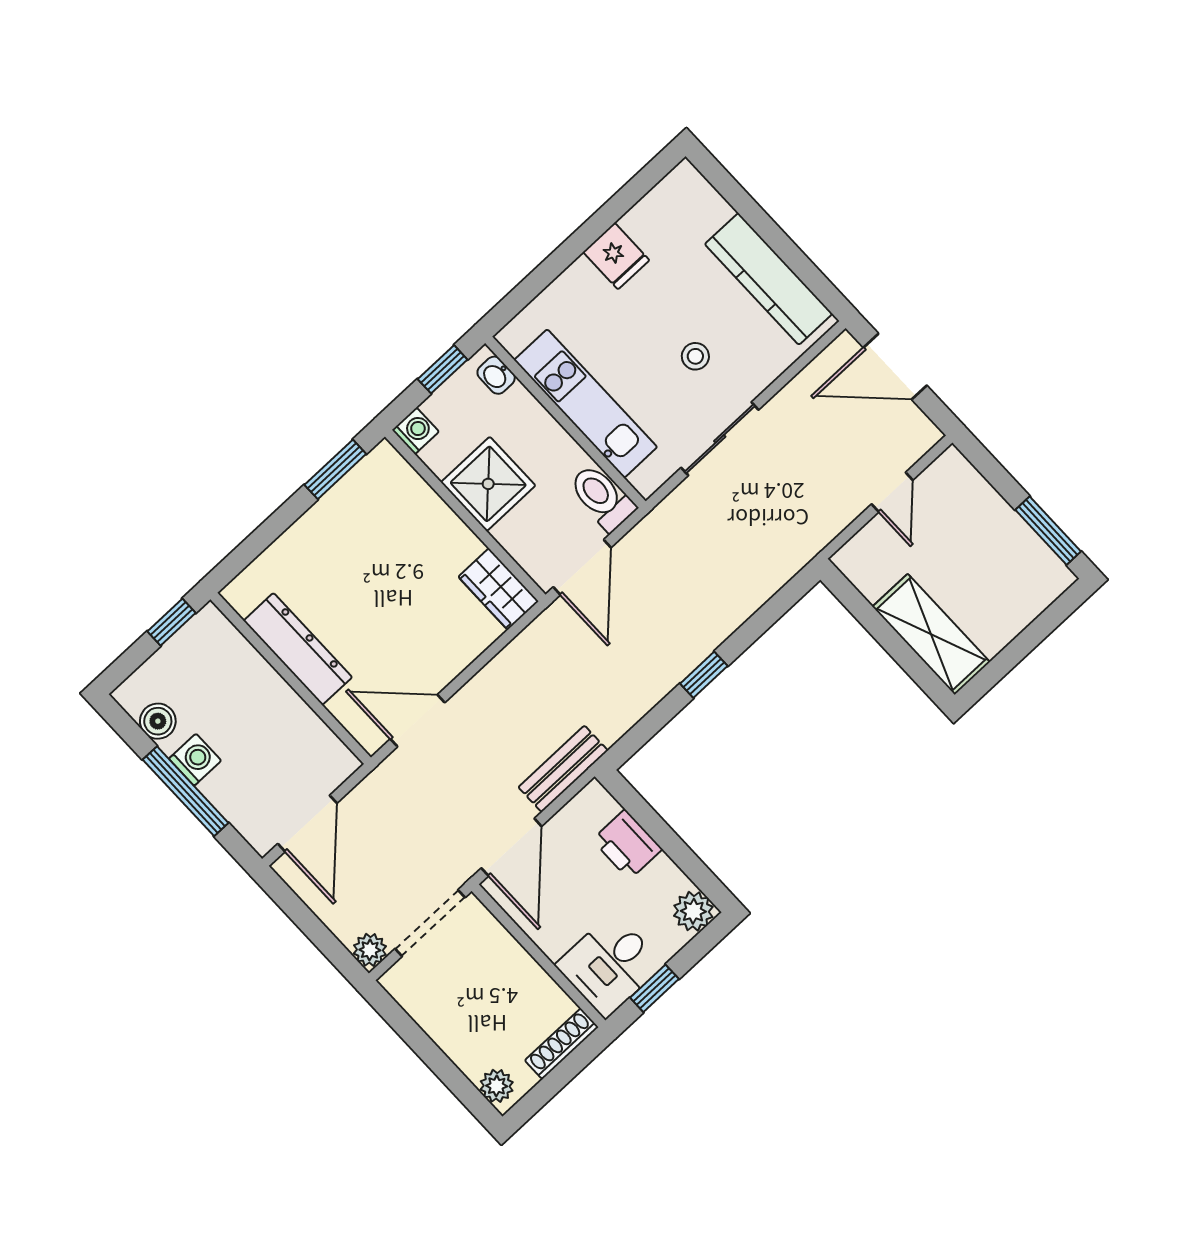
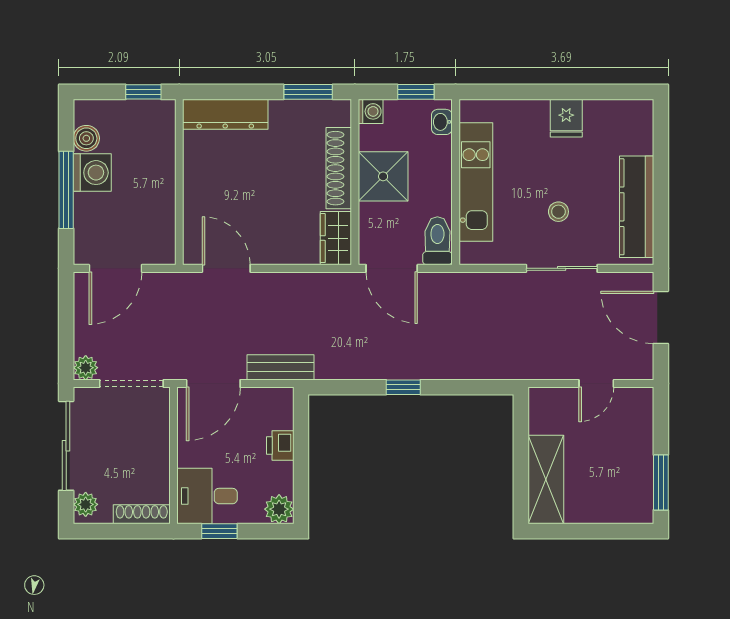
sliding door: (720, 439) -> (562, 268), moved
shoe rack: (436, 517) -> (339, 168), added
door: (582, 567) -> (392, 268), hinge flipped
dresser: (298, 649) -> (225, 114), moved, turned 90
washing machine: (195, 760) -> (92, 173), width x1.38, depth x1.38
printer: (627, 844) -> (280, 446), width x0.73, depth x0.81
sliding door: (423, 1046) -> (66, 446), added

